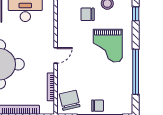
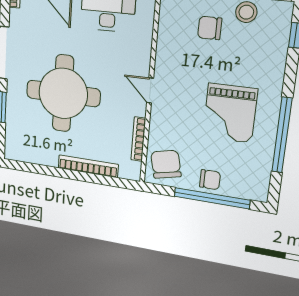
grand piano: (108, 46) -> (230, 113), moved
door: (56, 55) -> (150, 90), swing flipped

